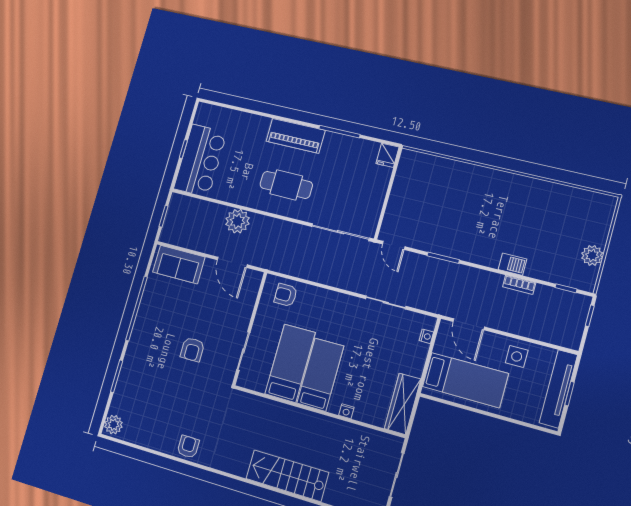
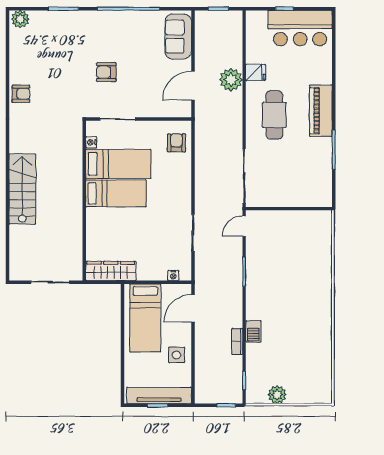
fridge: (387, 155) -> (256, 72), moved, turned 180
bar counter: (200, 160) -> (300, 28), moved
nightstand: (346, 411) -> (91, 142), moved

